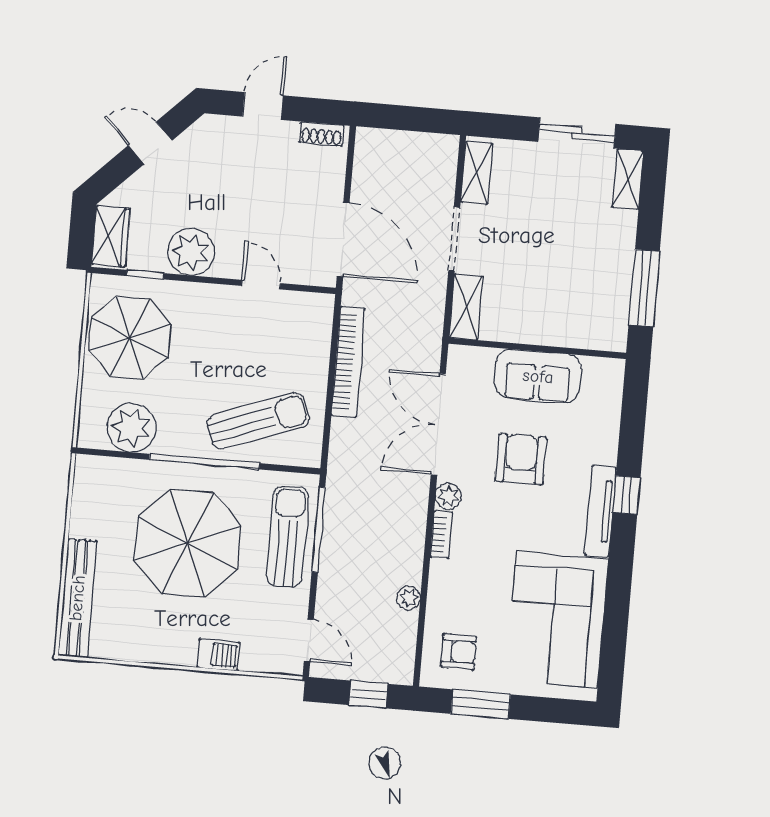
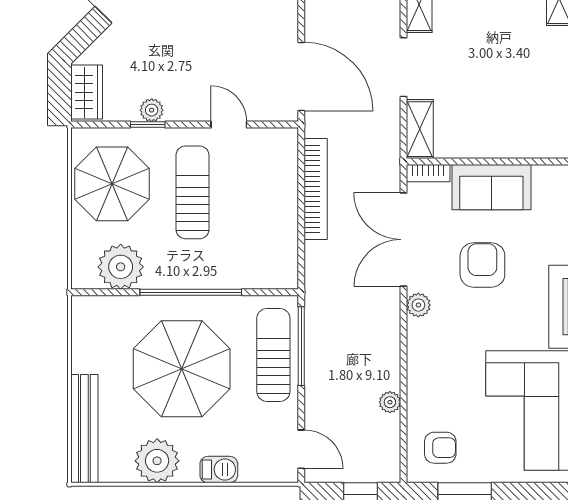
plant: (191, 252) -> (152, 110), width x0.53, depth x0.53
window: (145, 275) -> (148, 125), moved
sun lounger: (258, 421) -> (193, 192), moved, turned -70
bookcase: (441, 535) -> (428, 173), moved, turned 90
plant: (153, 640) -> (157, 461), added

